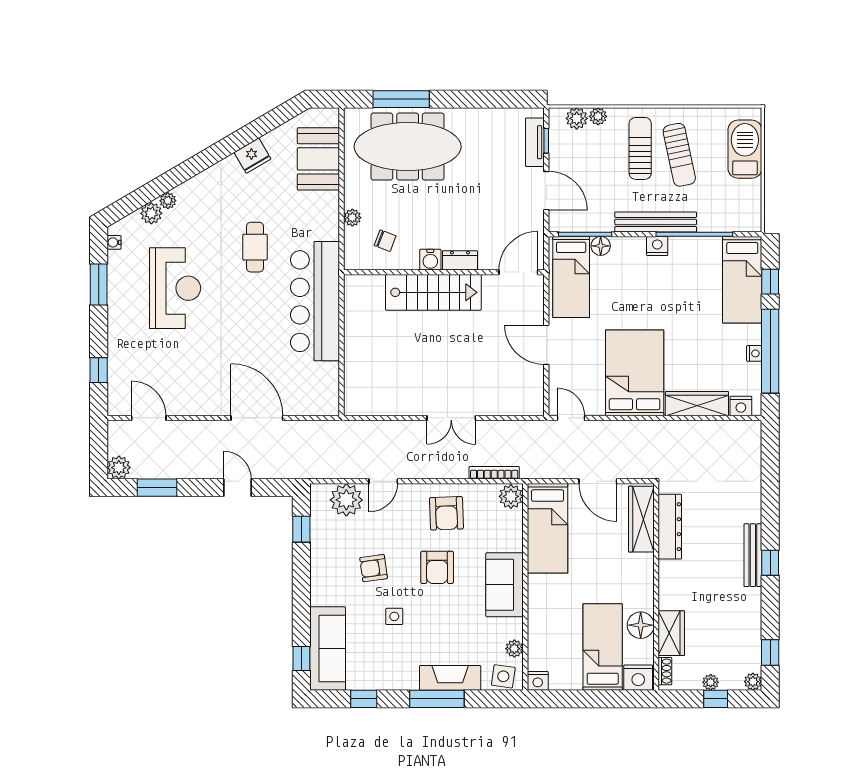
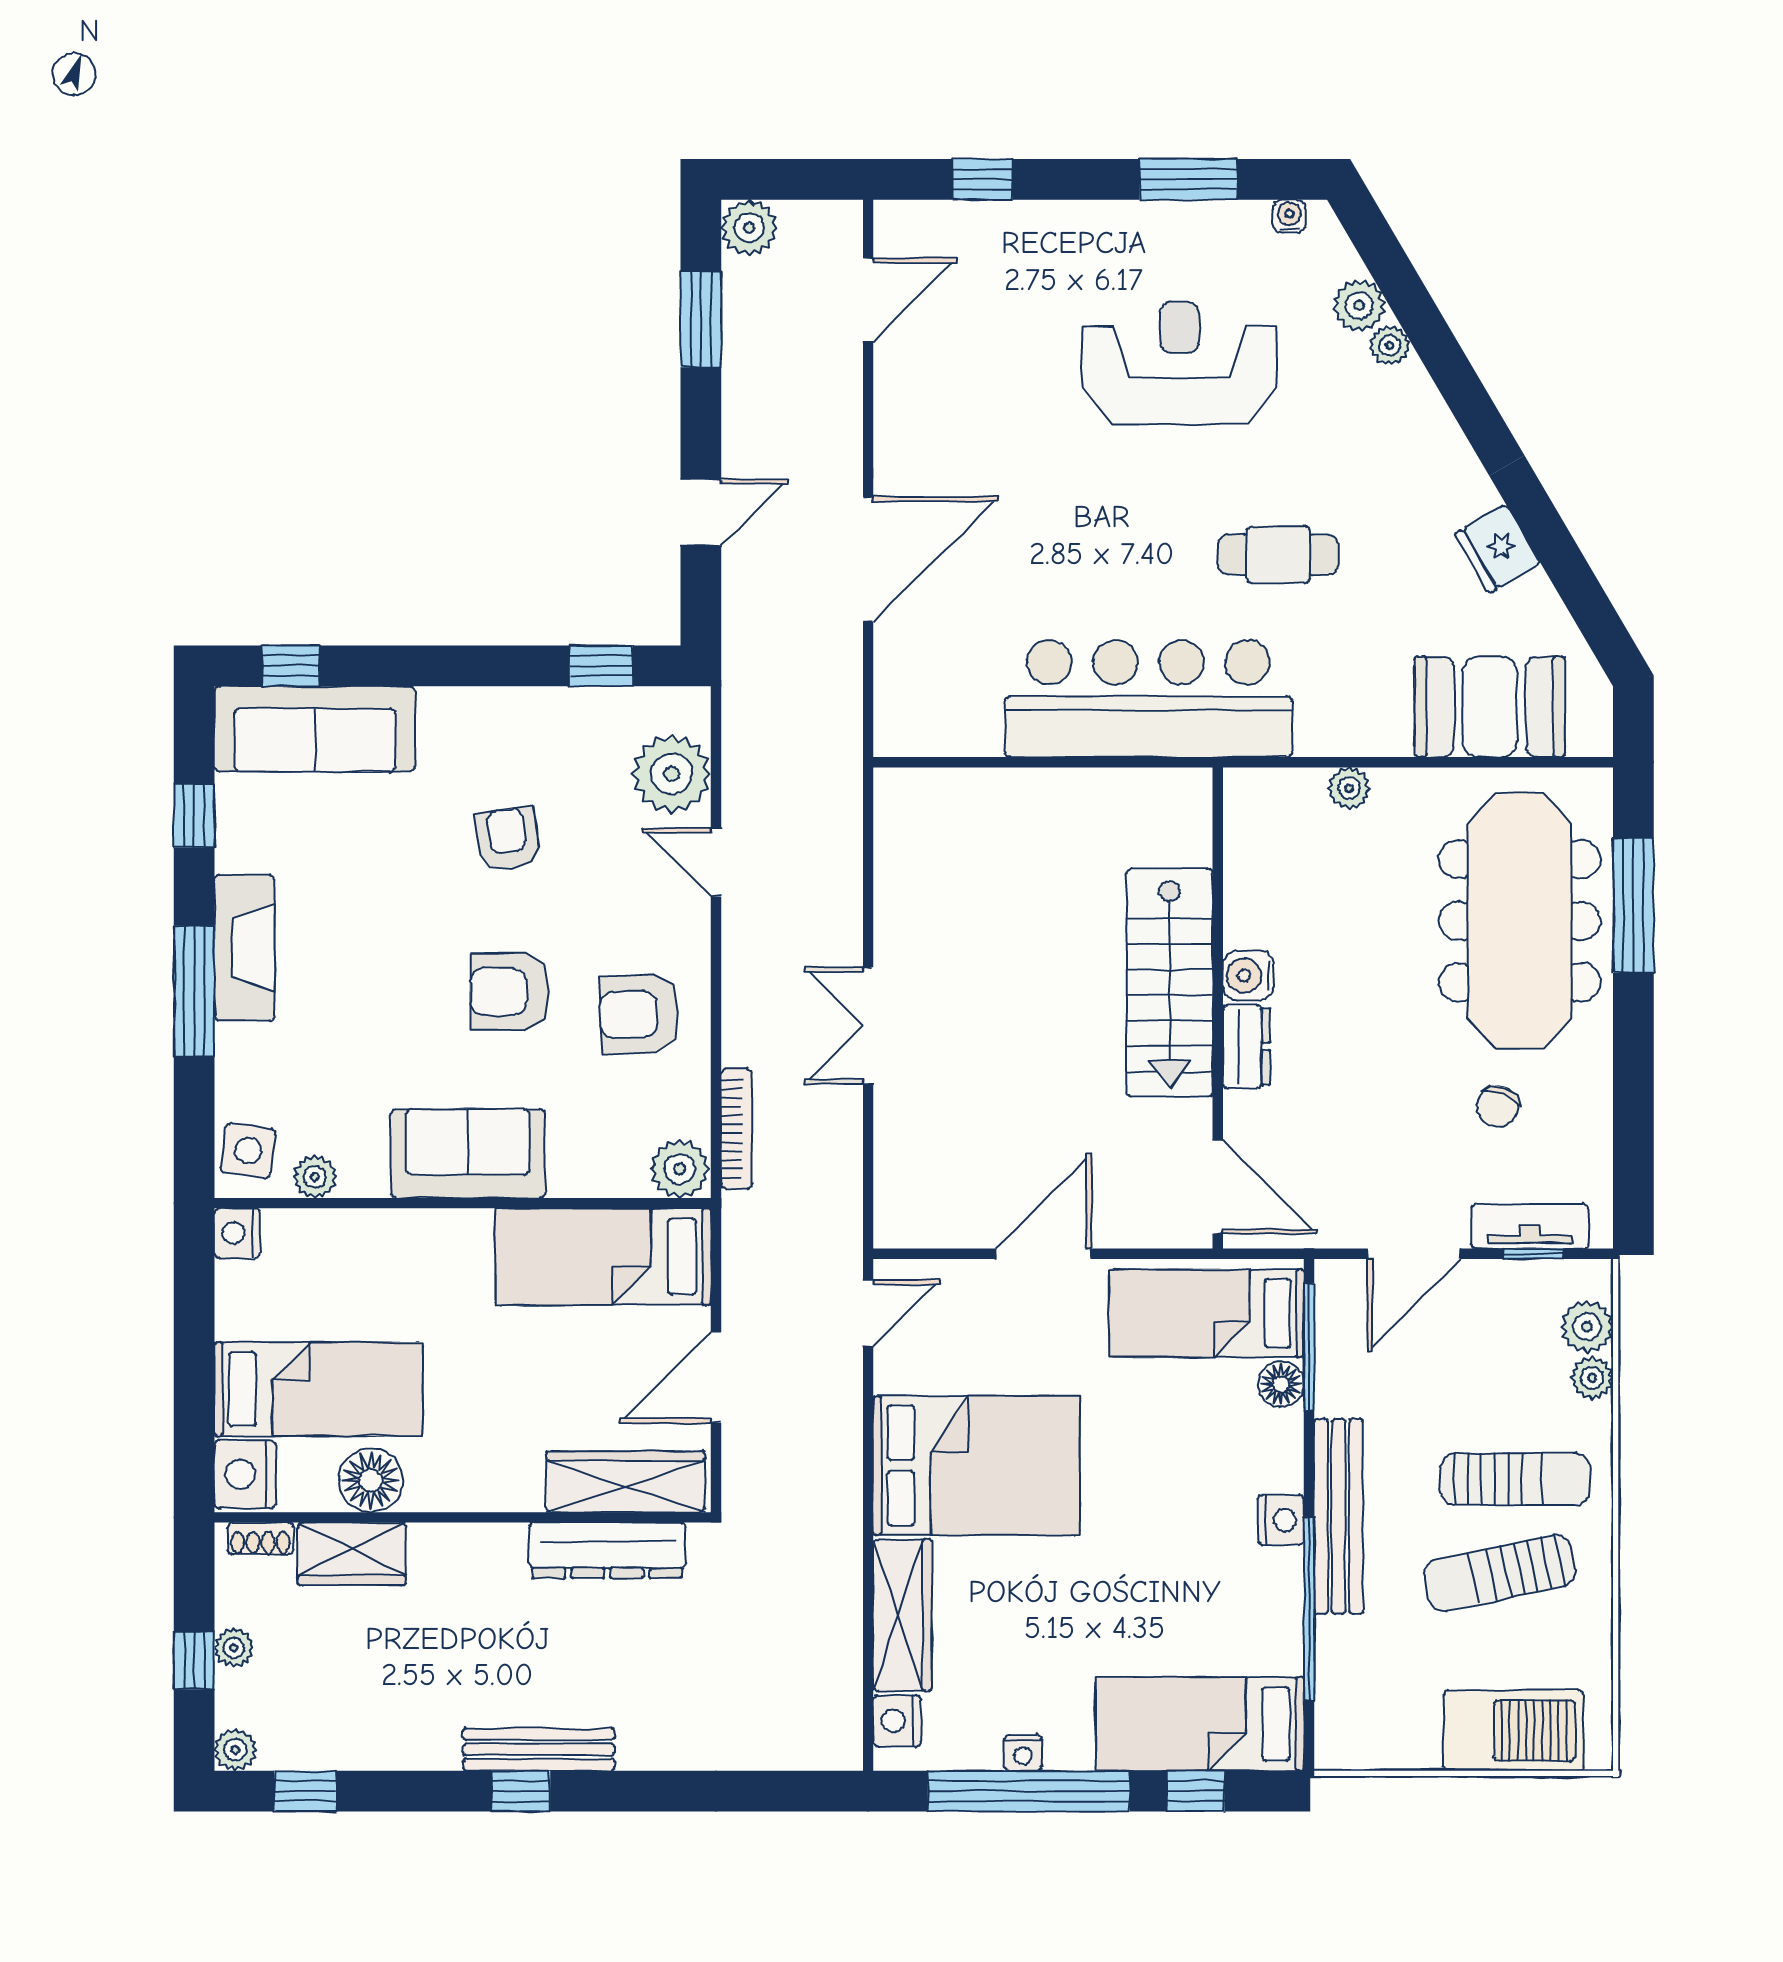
chair: (385, 241) -> (1497, 1106), moved
reception desk: (175, 288) -> (1180, 363), turned 180
side table: (394, 616) -> (392, 889), removed
fireplace: (450, 678) -> (244, 948), moved

